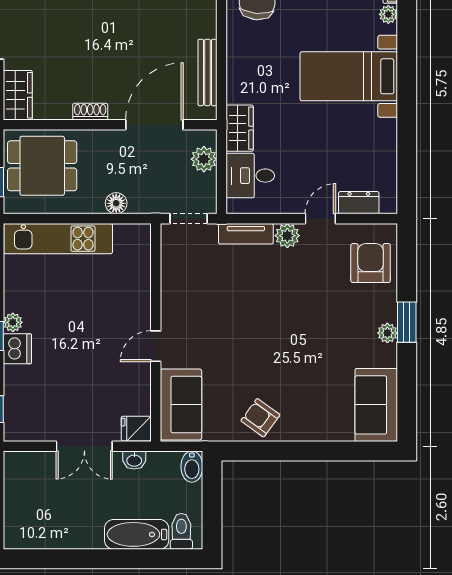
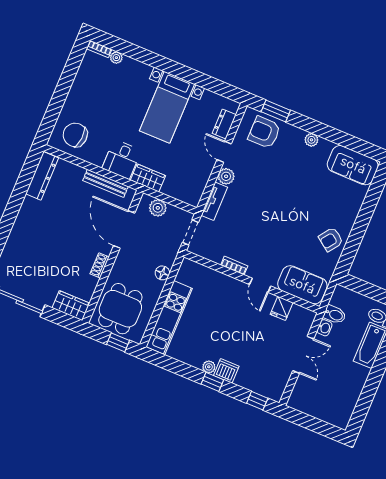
bed with nightstands: (349, 76) -> (167, 107), moved
desk: (250, 176) -> (122, 159), moved
bookcase: (168, 299) -> (234, 266), added
window: (407, 322) -> (276, 111), moved
fridge: (136, 429) -> (282, 308), moved
bidet: (192, 467) -> (335, 315), moved

